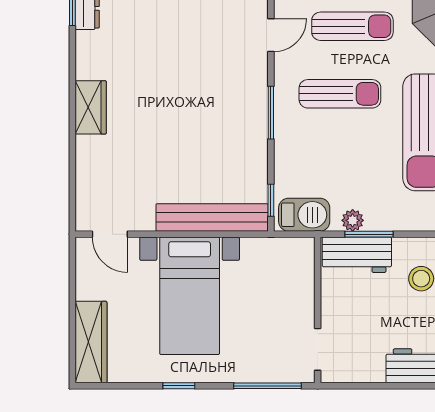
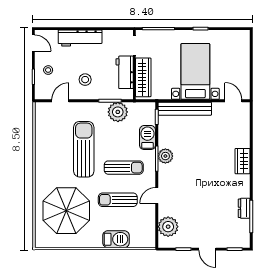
sun lounger: (340, 94) -> (124, 168), turned 180
plant: (252, 118) -> (165, 156), added
barbecue: (304, 215) -> (147, 138), moved, turned 90
plant: (353, 220) -> (118, 112), width x1.88, depth x1.88
workbench: (357, 255) -> (125, 72), moved, turned -90
wardrobe: (91, 342) -> (143, 77), moved, turned 180

